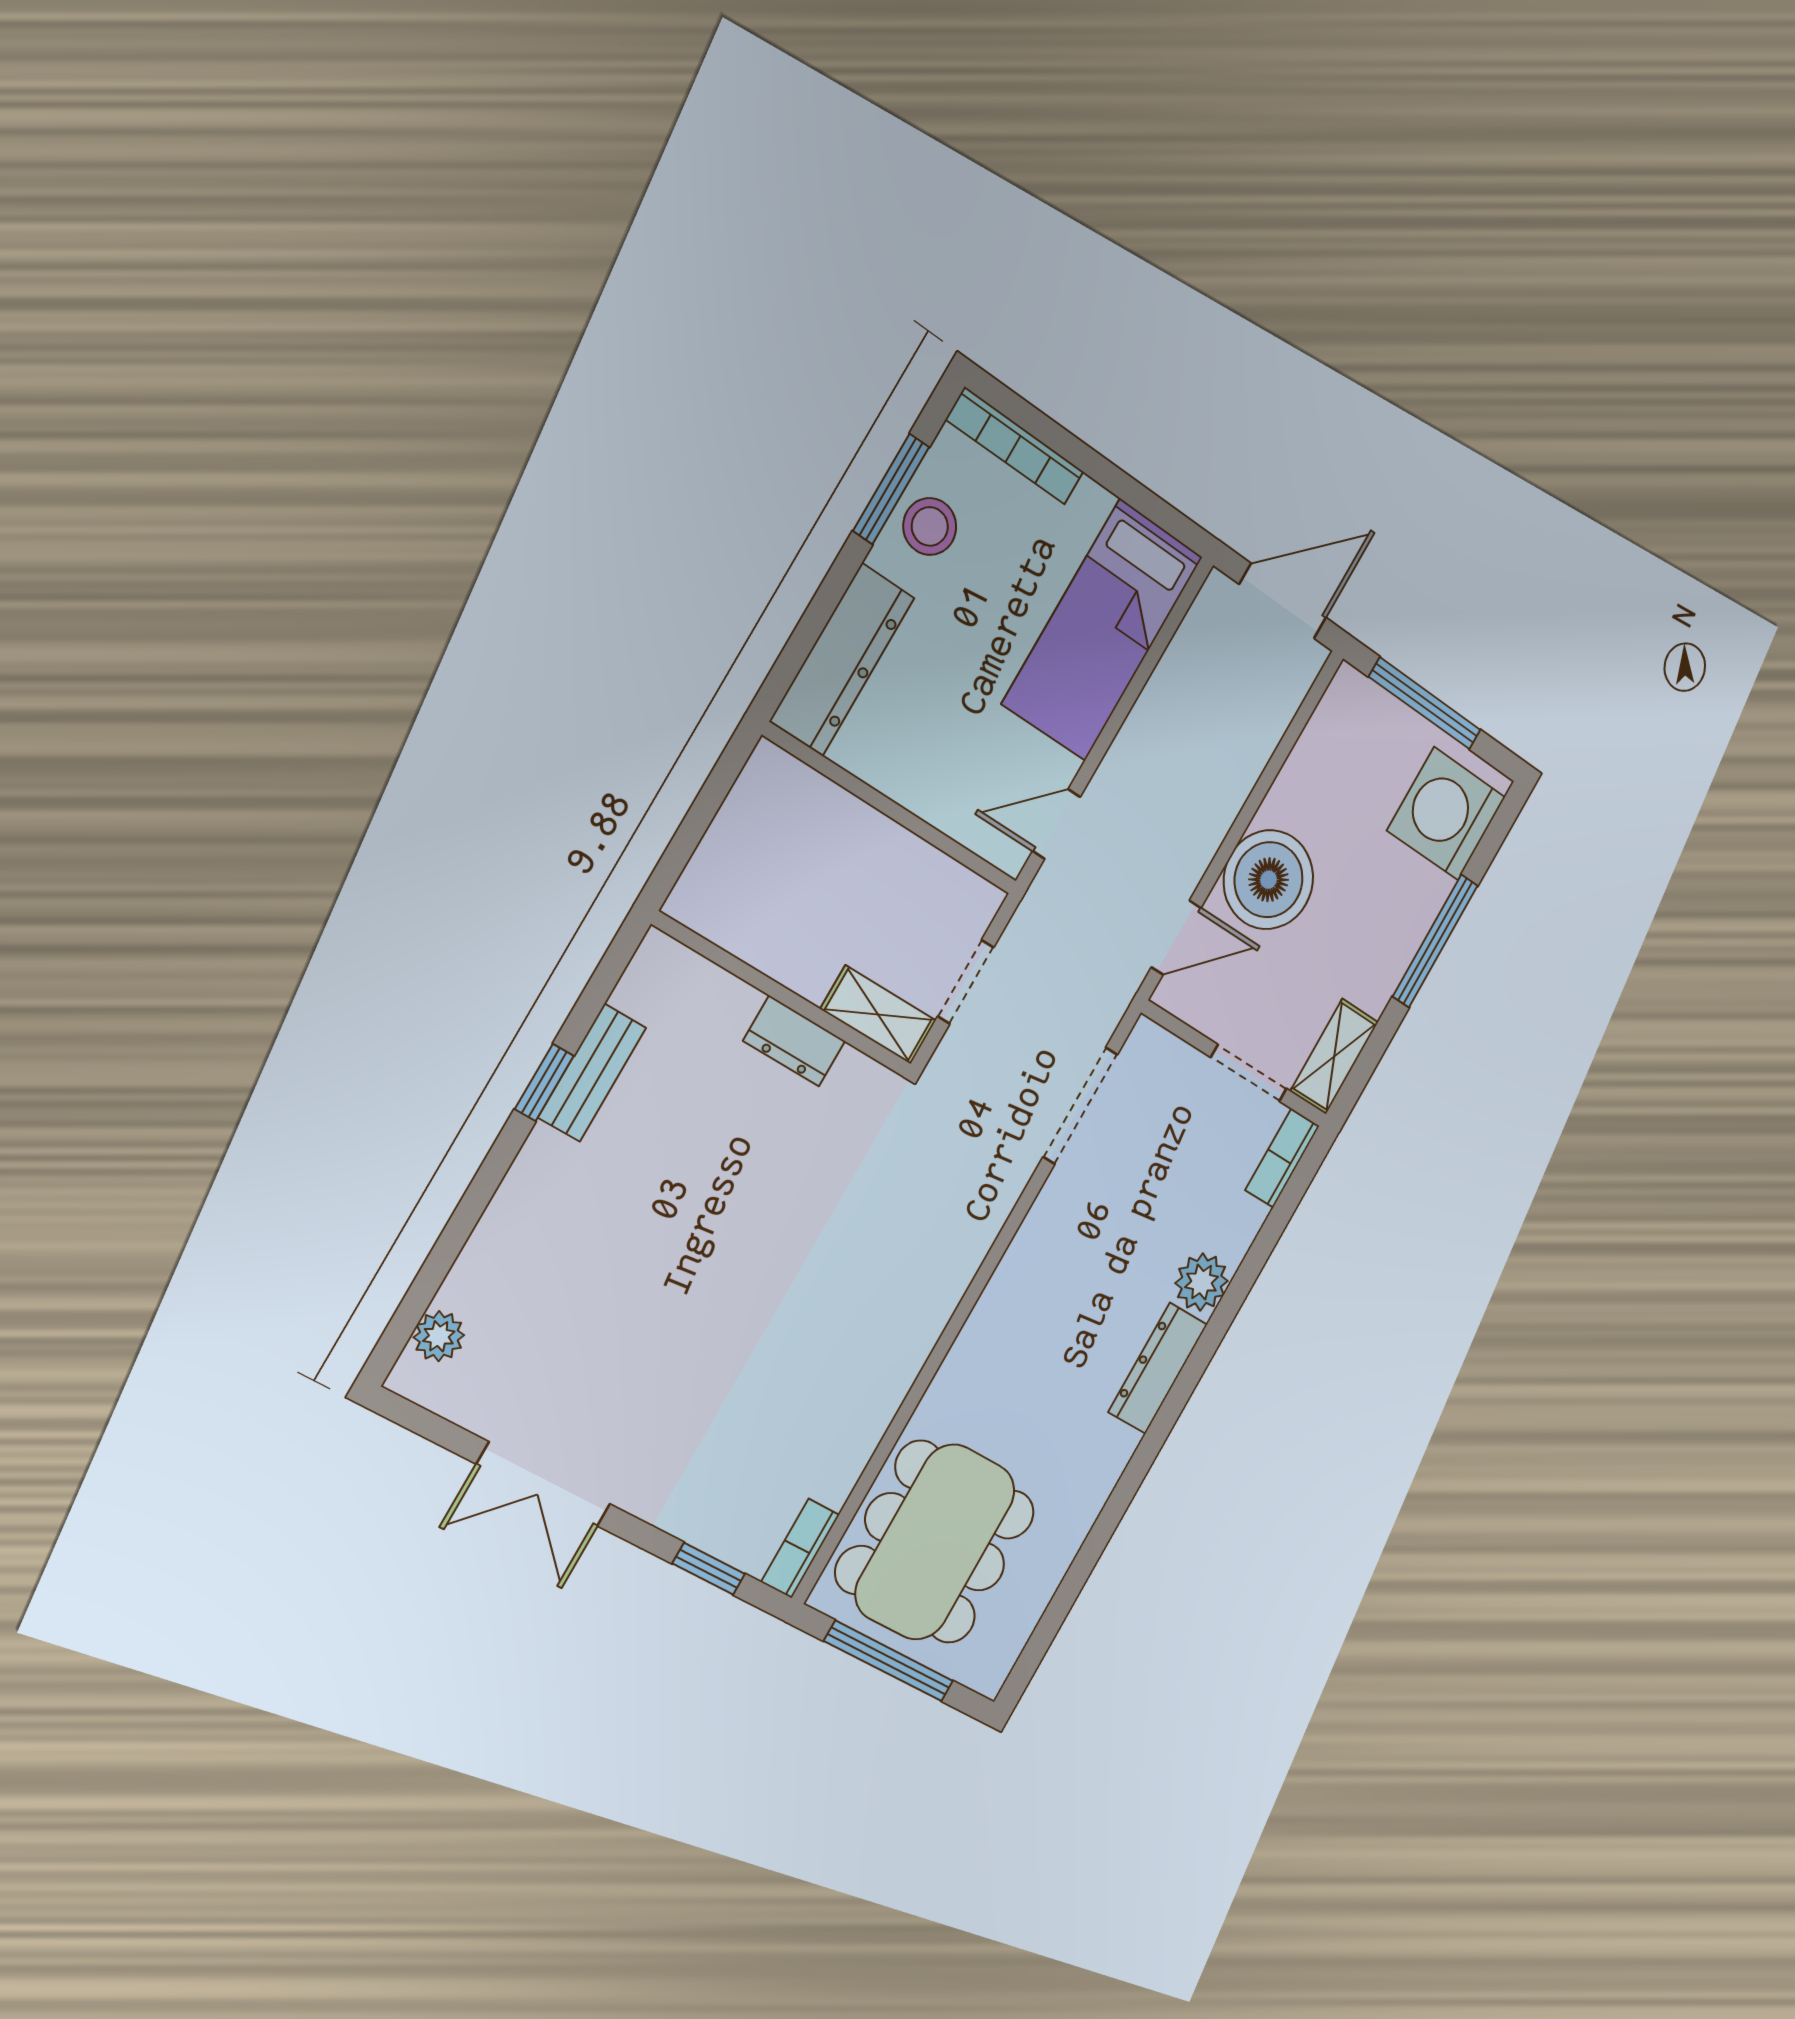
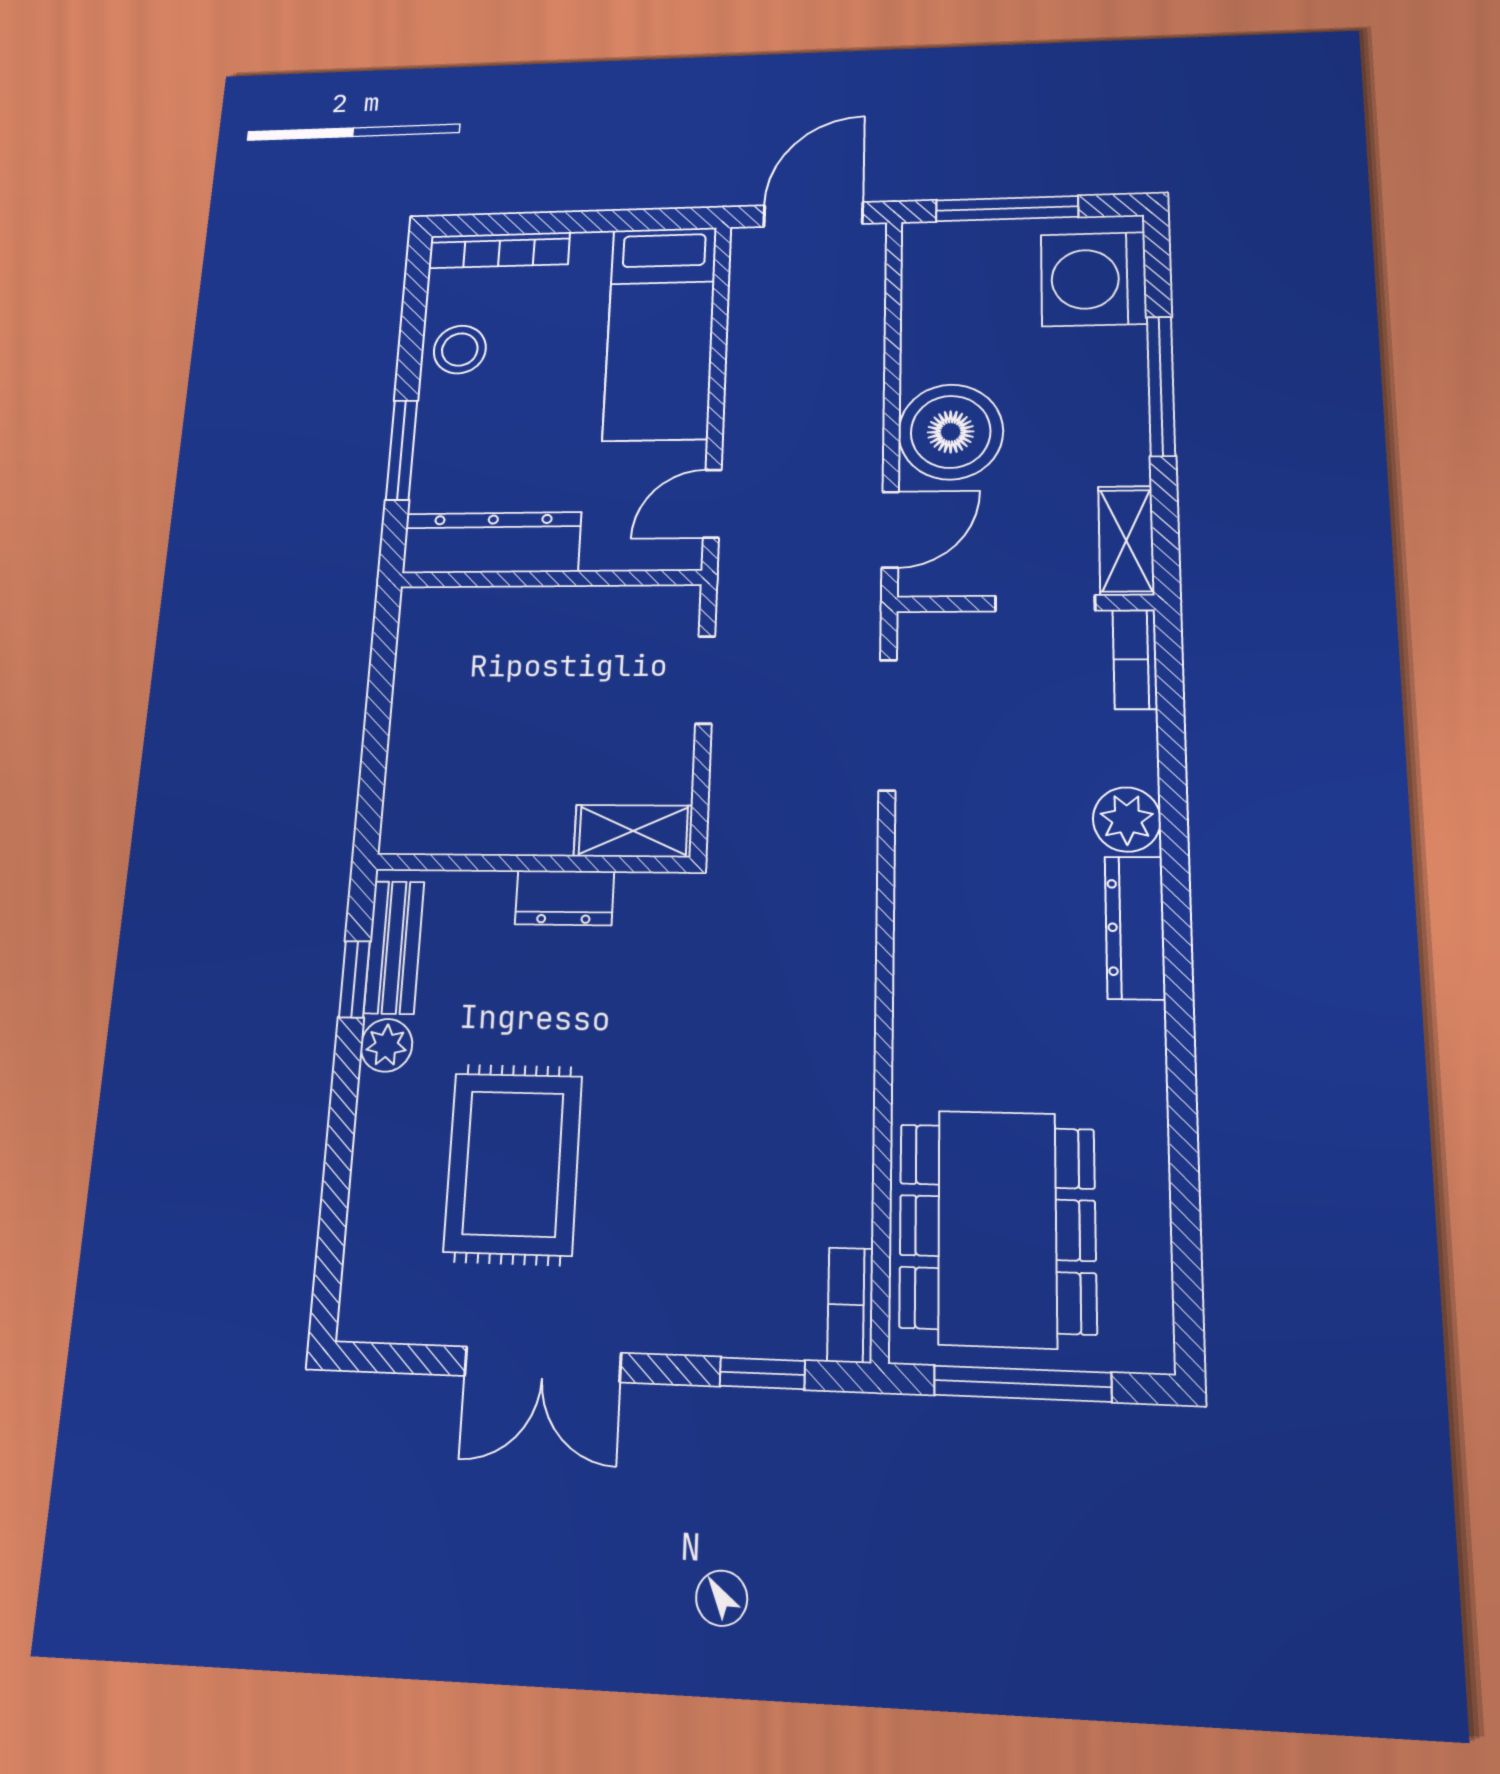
window: (891, 489) -> (402, 450), moved
dresser: (842, 659) -> (492, 543), moved, turned -90
wall: (783, 995) -> (532, 863), moved
shelving: (878, 1015) -> (633, 831), moved
dresser: (794, 1041) -> (565, 898), moved
rug: (600, 1312) -> (513, 1164), added
plant: (439, 1336) -> (386, 1045), moved

